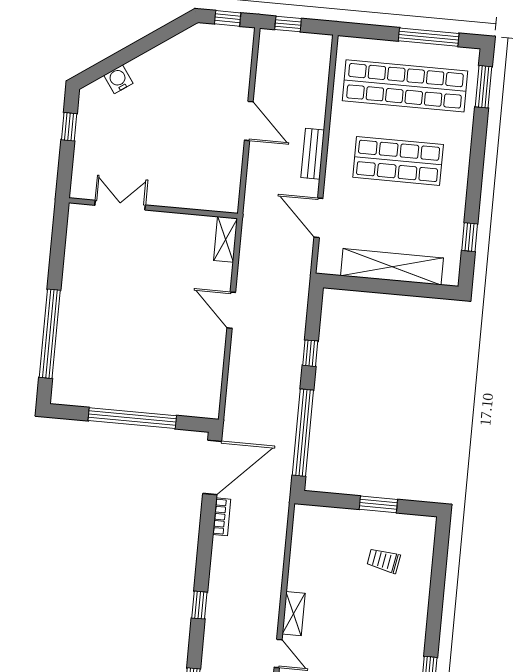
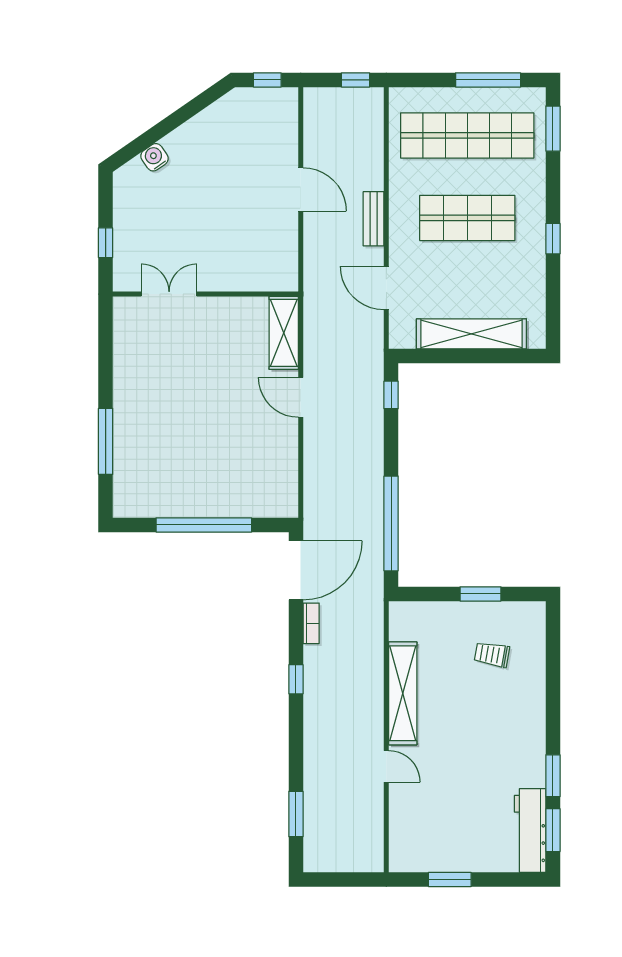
window: (288, 24) -> (355, 80), moved
window: (69, 127) -> (106, 243), moved
window: (470, 237) -> (553, 239), moved
shelving: (226, 239) -> (284, 333), width x1.50, depth x1.33
window: (50, 334) -> (106, 441), width x0.68
window: (310, 353) -> (391, 395), moved
window: (199, 605) -> (296, 679), moved
shelving: (294, 614) -> (403, 693), width x2.20, depth x1.33

